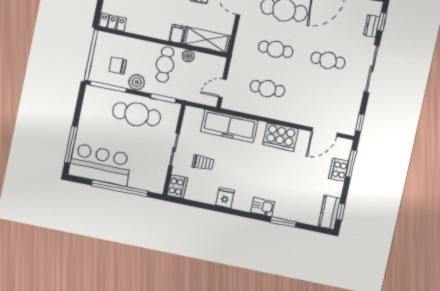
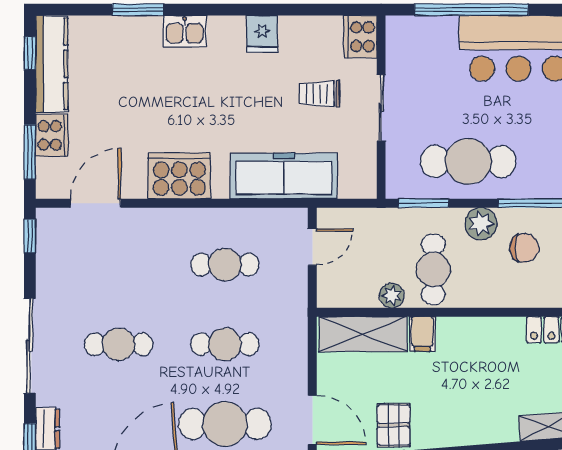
kitchen counter: (329, 212) -> (52, 64), width x1.50

